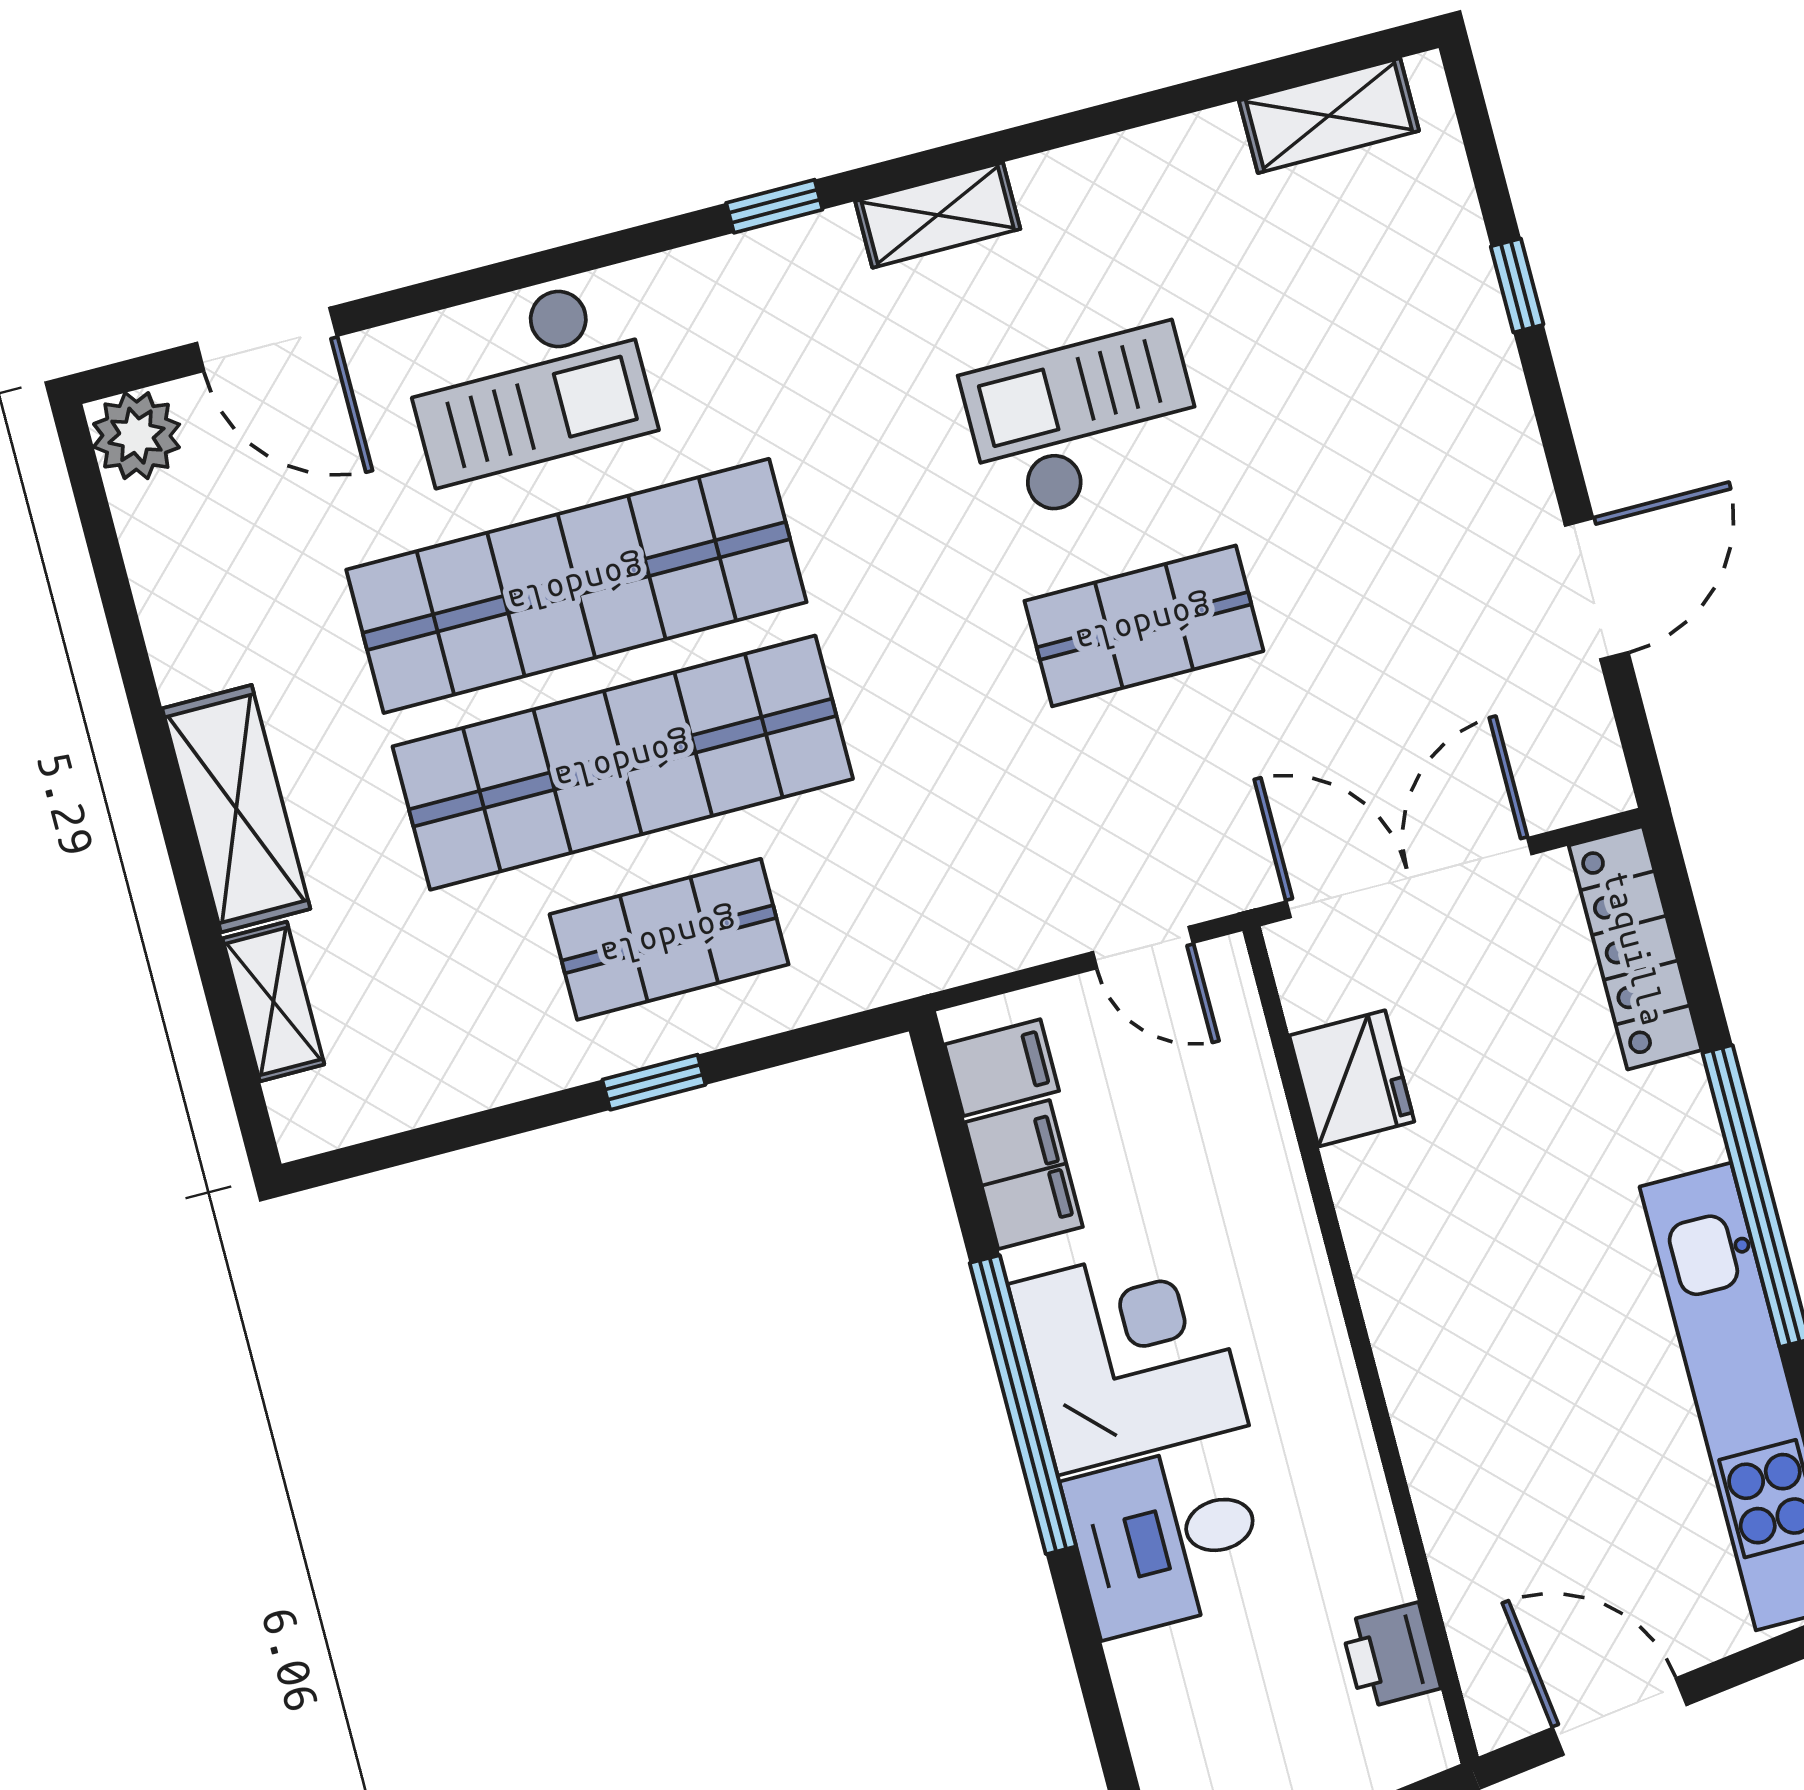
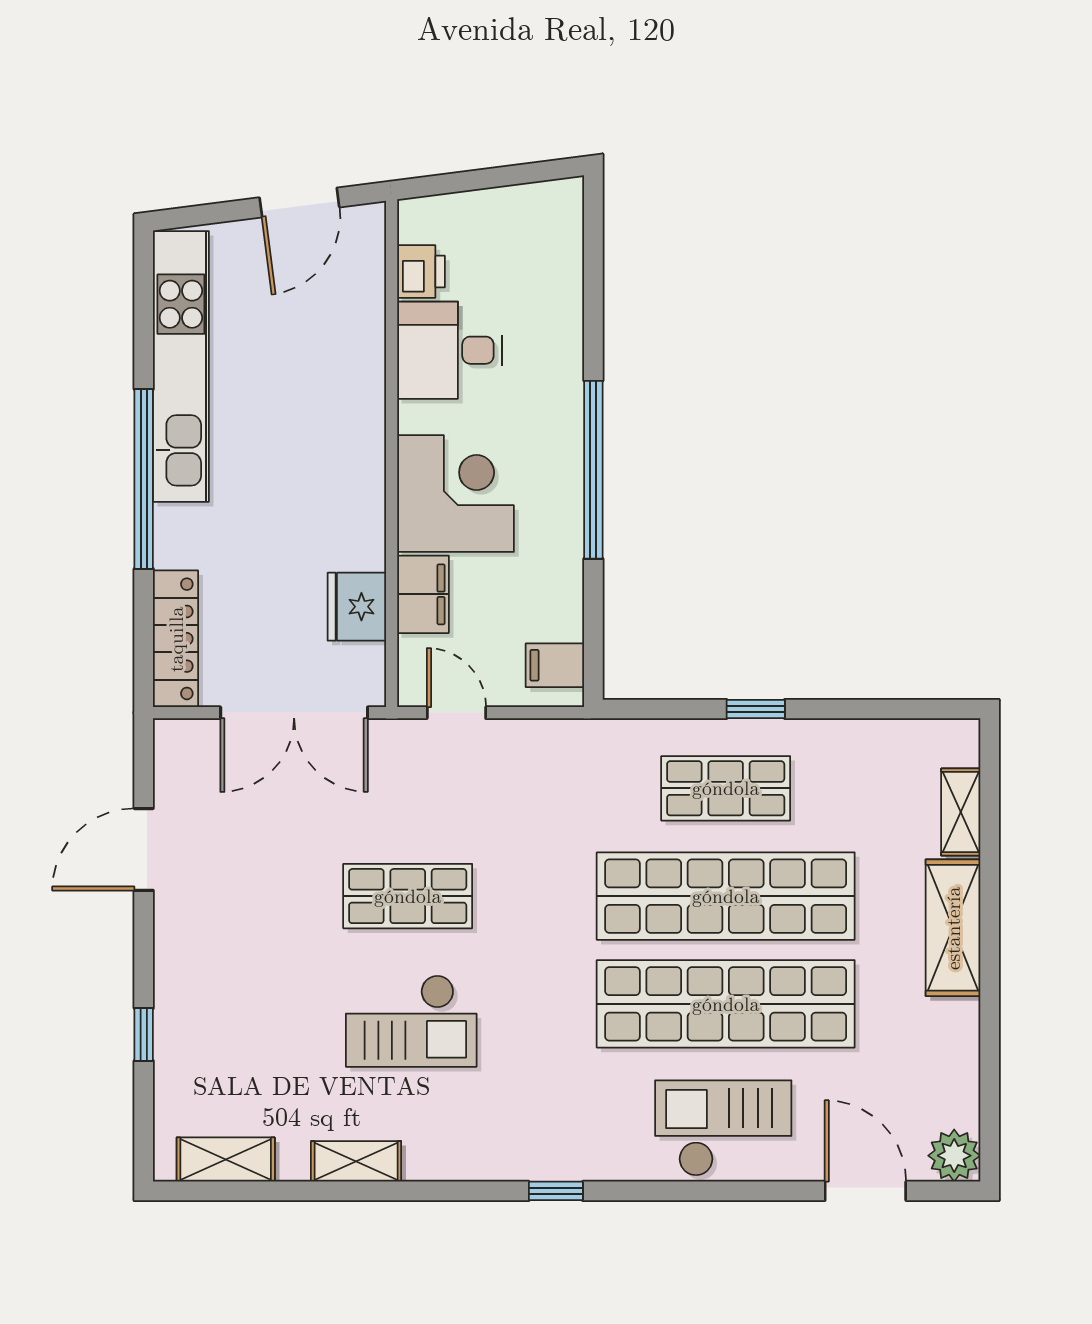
shelving: (938, 215) -> (356, 1161), moved
filing cabinet: (1024, 1175) -> (423, 594), moved, turned 180
corner desk: (1128, 1355) -> (456, 494), moved, turned 180
desk: (1166, 1539) -> (450, 350), moved, turned 180
door: (1620, 1716) -> (299, 202), hinge flipped

